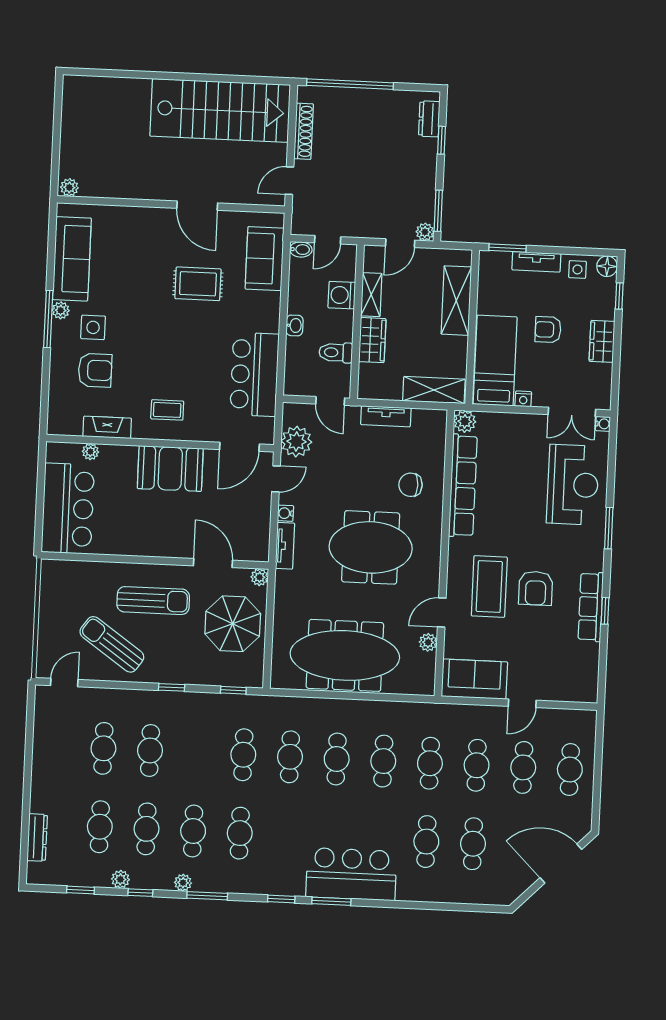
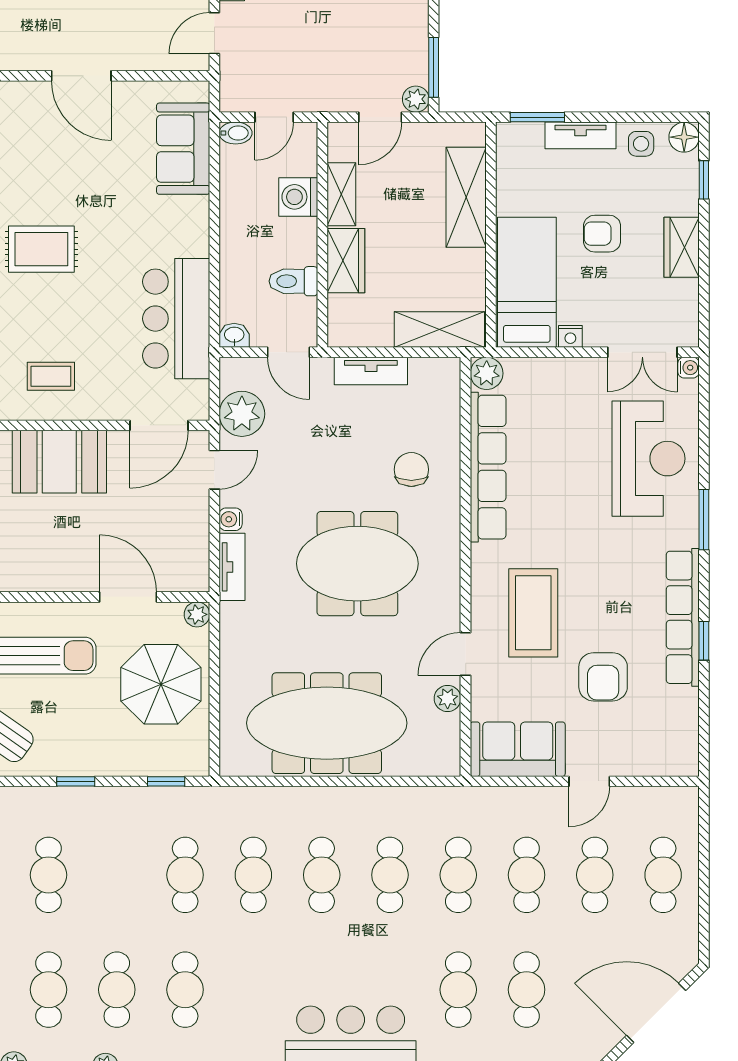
rug: (198, 284) -> (41, 249), moved
washbasin: (294, 325) -> (234, 335), moved, turned -90
chair: (410, 485) -> (411, 470), turned 90
armchair: (536, 588) -> (603, 677), moved
row of seats: (591, 607) -> (683, 617), width x1.36

